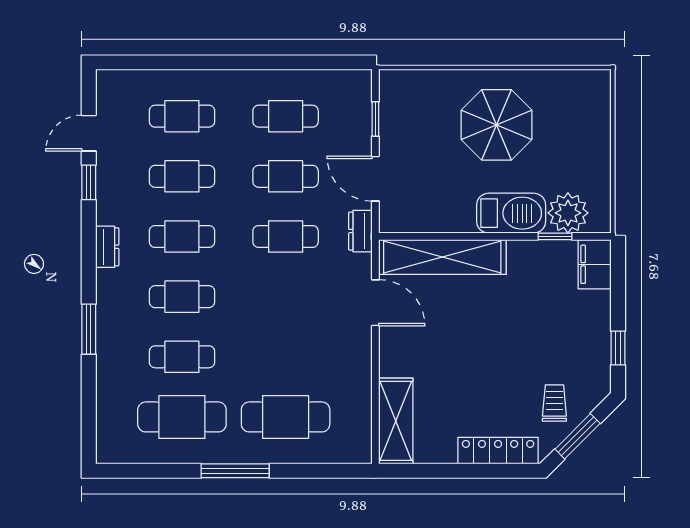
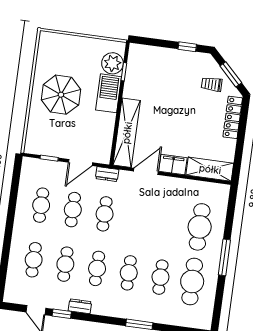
dresser: (107, 247) -> (80, 306), moved
filing cabinet: (595, 264) -> (173, 164), moved, turned 180

